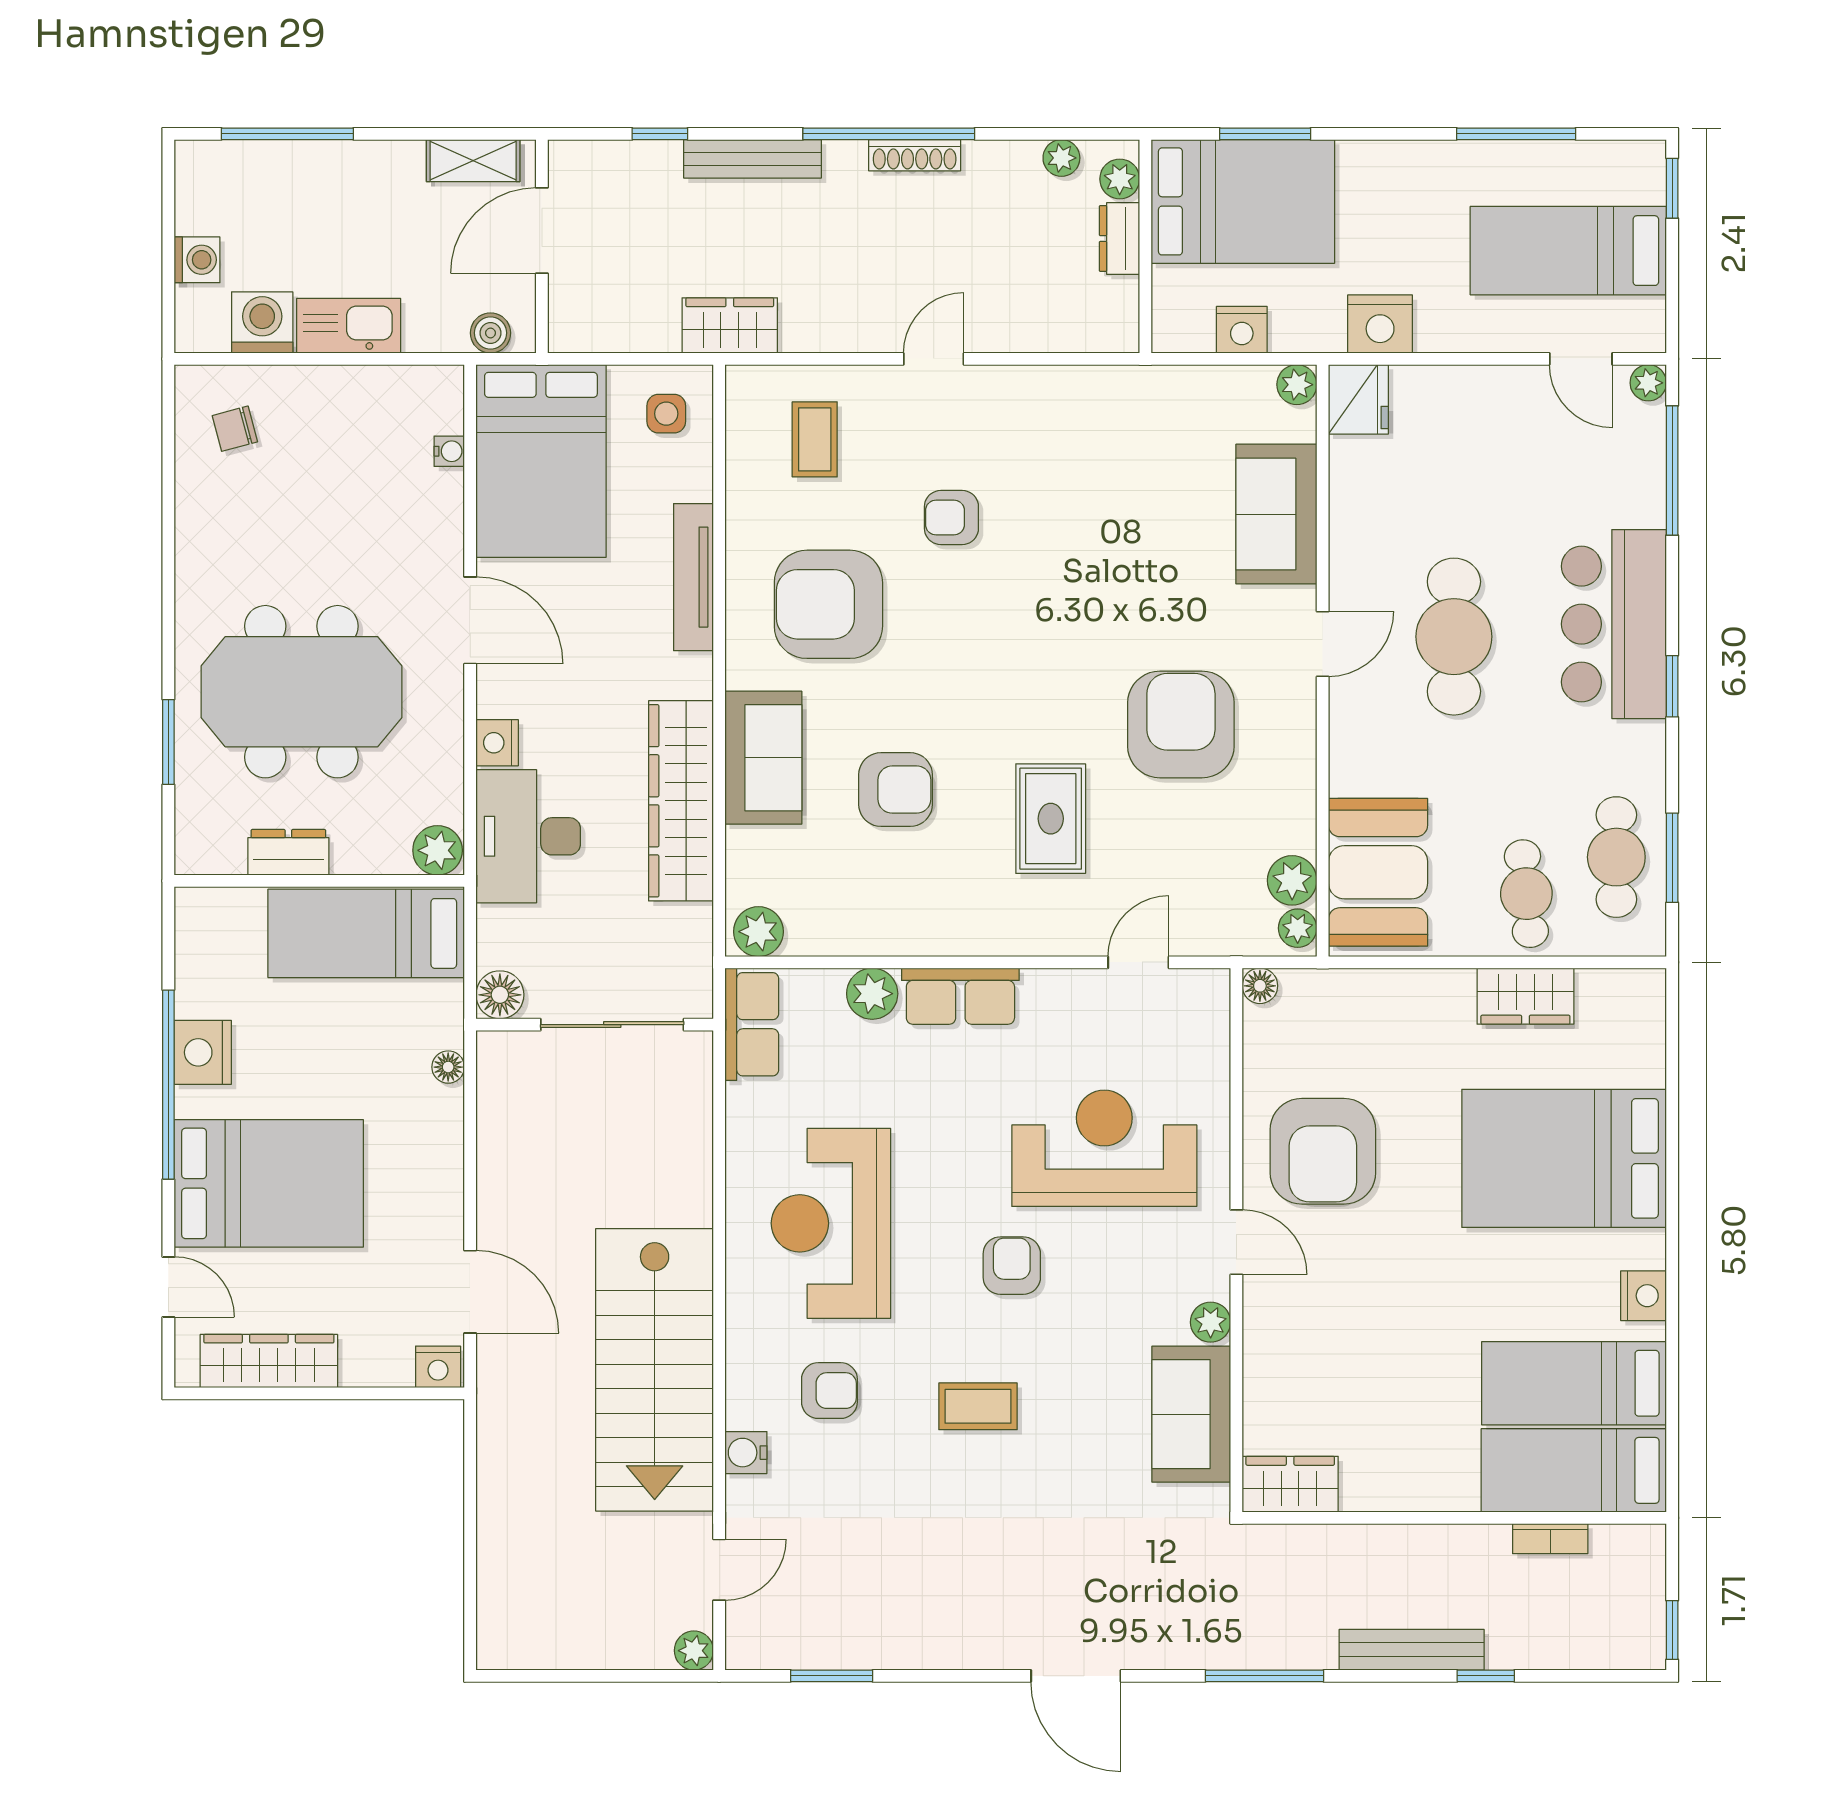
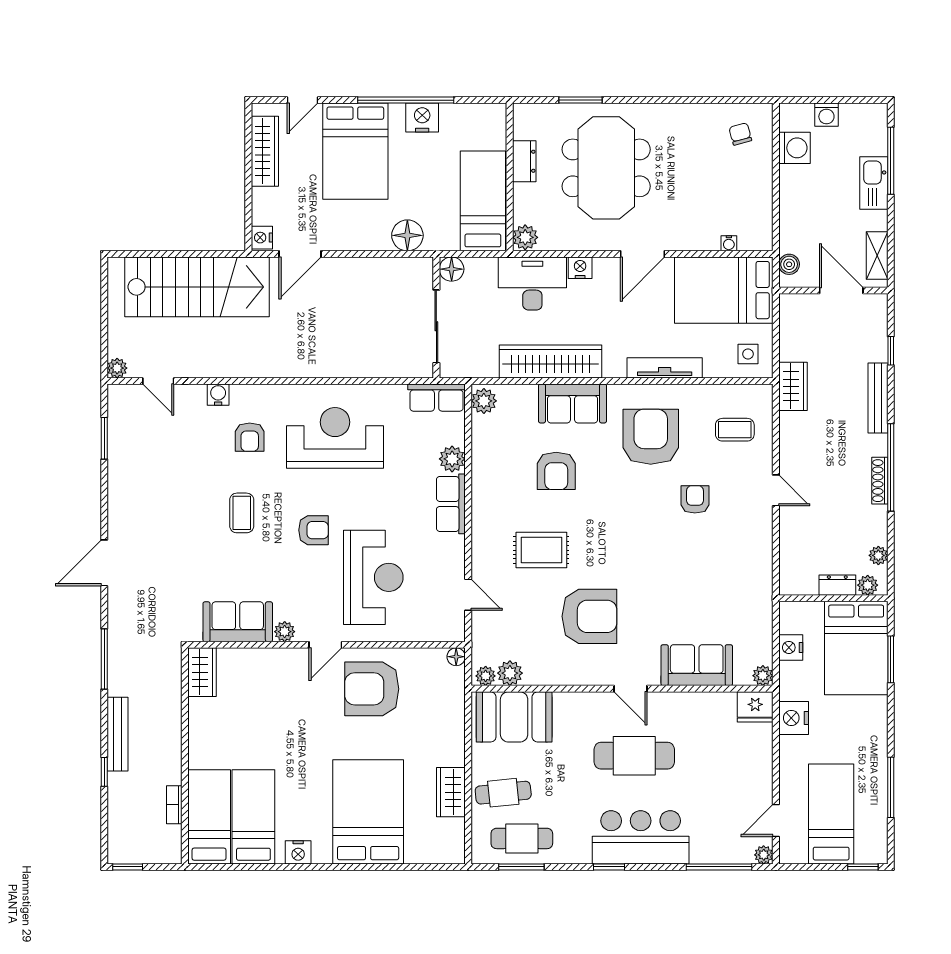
kitchen sink: (349, 326) -> (874, 183), moved, turned 180
floor lamp: (448, 1067) -> (407, 235), width x1.89, depth x1.89
stairs: (655, 1370) -> (197, 287), moved, turned 180

